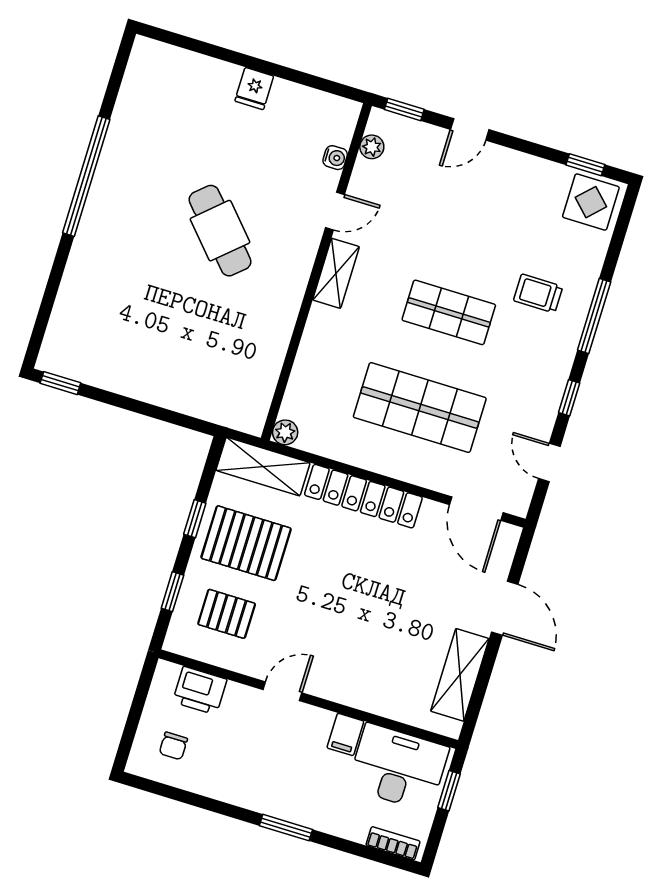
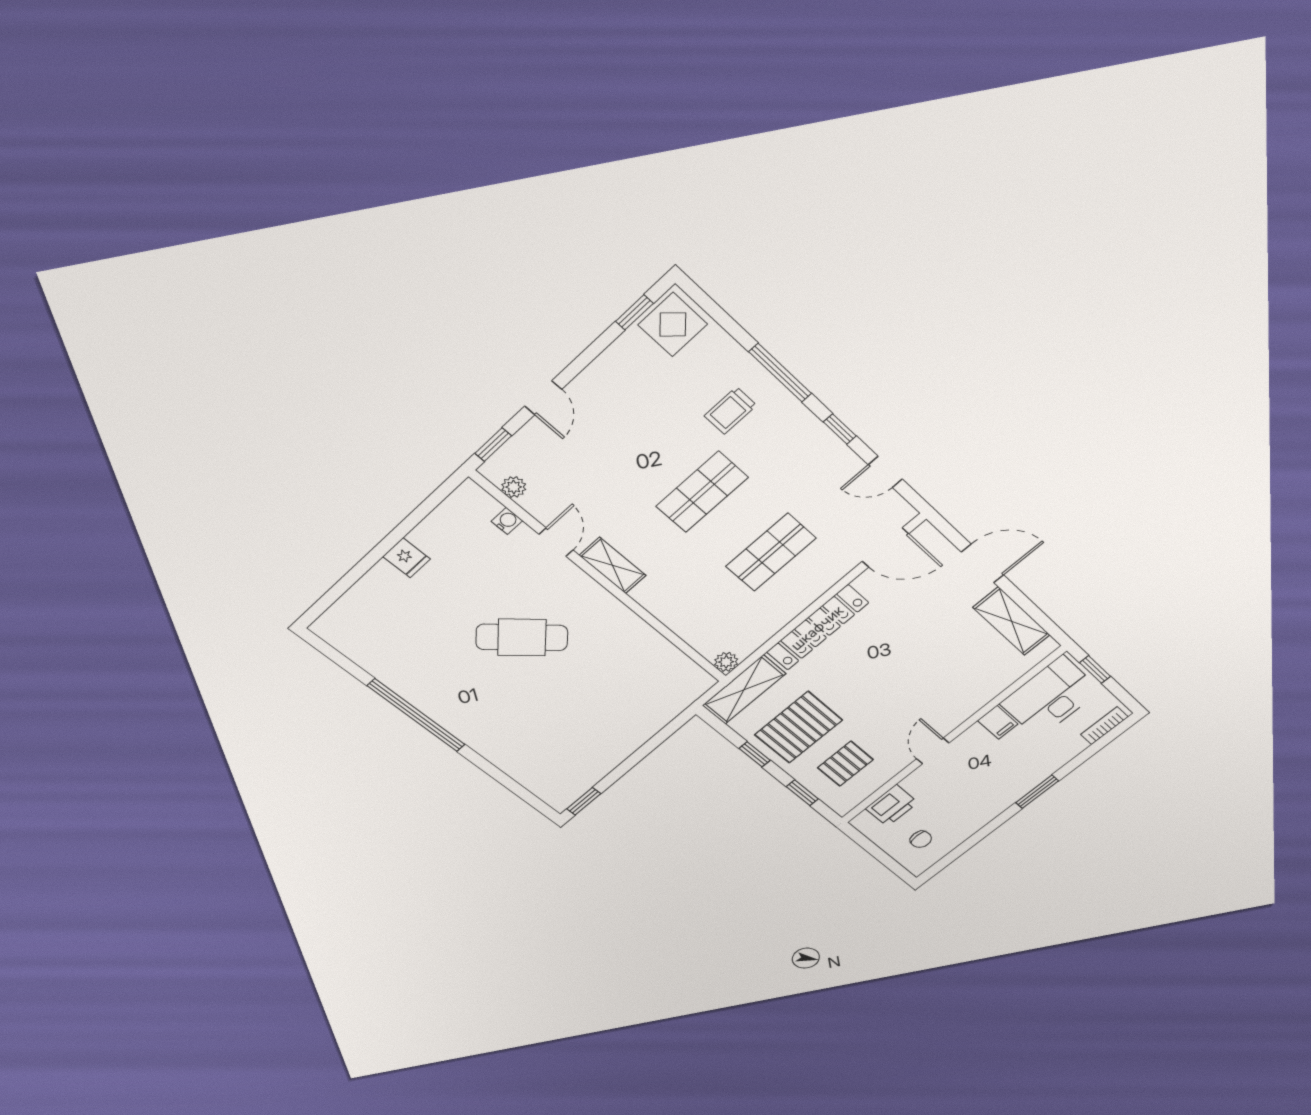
shop shelf: (420, 408) -> (771, 552), width x0.70, depth x0.74

